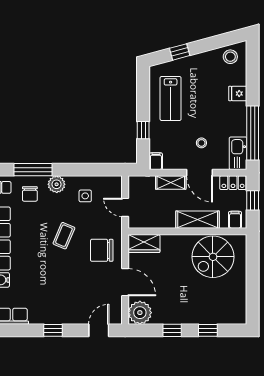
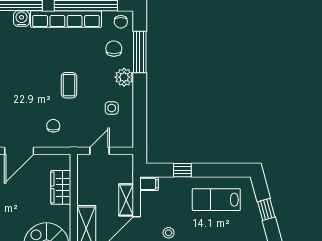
chair: (30, 194) -> (114, 49), turned 90
coffee table: (64, 236) -> (69, 85), turned 67
wardrobe: (144, 243) -> (61, 187), moved
chair: (102, 250) -> (53, 126), width x0.54, depth x0.54

